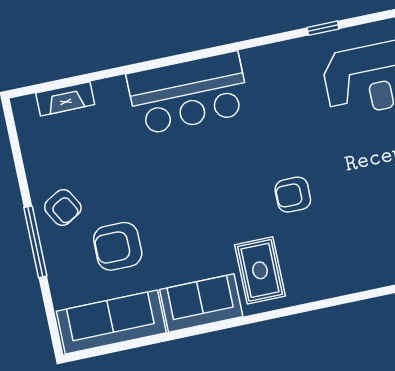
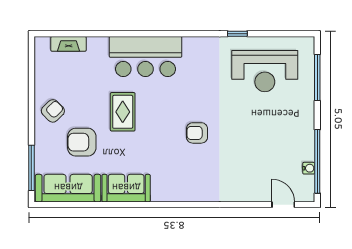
armchair: (63, 208) -> (53, 111), turned -104
window: (35, 242) -> (31, 168), moved
rug: (260, 270) -> (123, 112), moved

